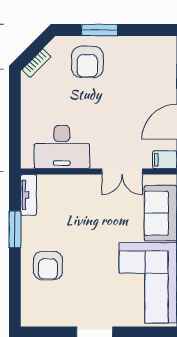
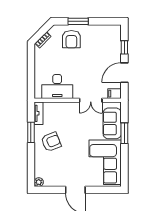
armchair: (48, 266) -> (51, 142), moved, turned -112
plant: (29, 319) -> (39, 182), added

